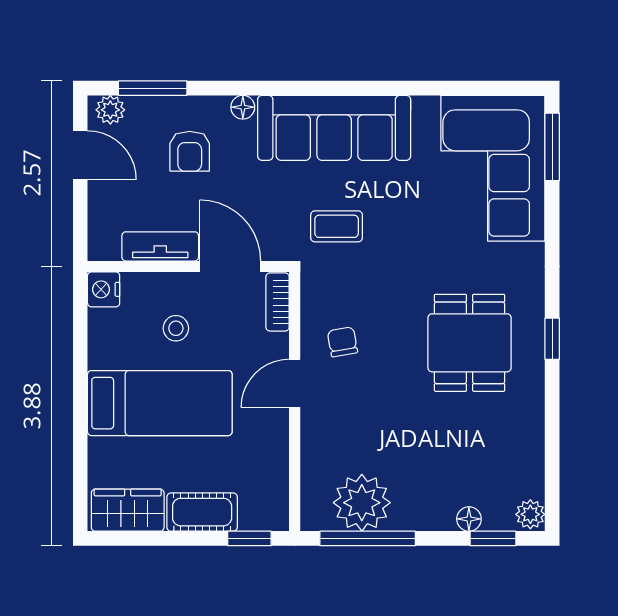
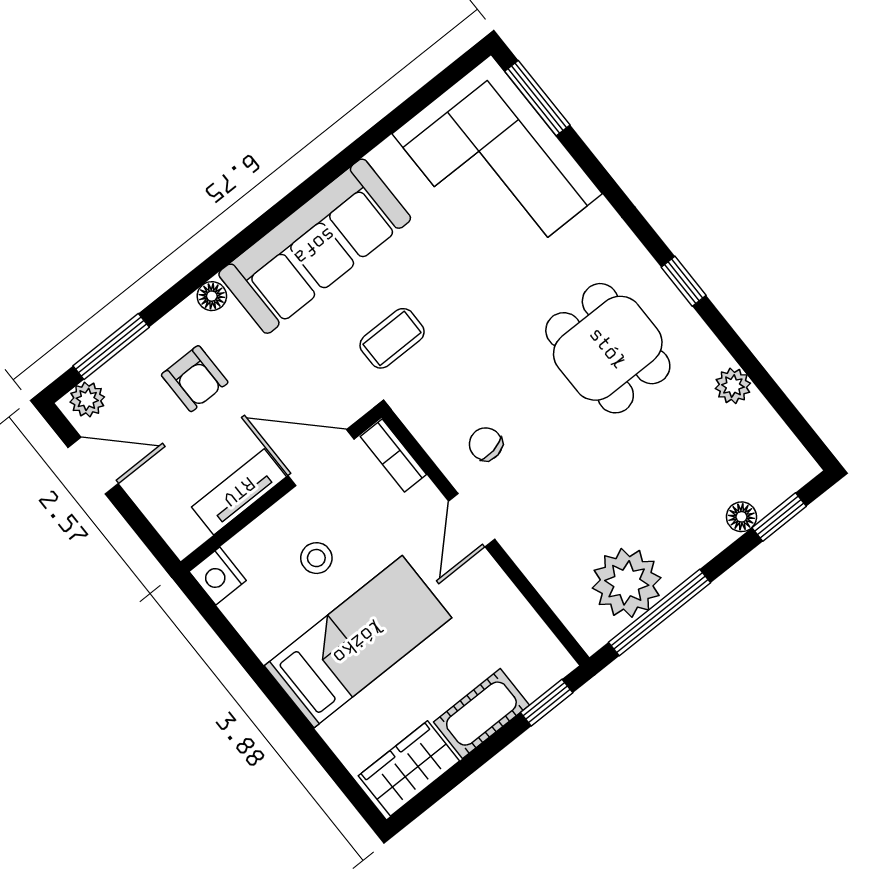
plant: (530, 514) -> (733, 386), moved

